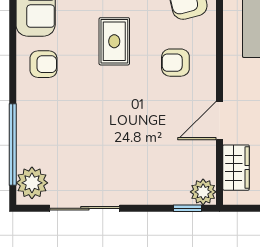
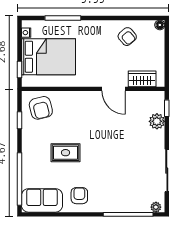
armchair: (175, 63) -> (78, 116), removed
plant: (32, 183) -> (156, 207), width x0.53, depth x0.53
plant: (203, 192) -> (157, 121), moved

